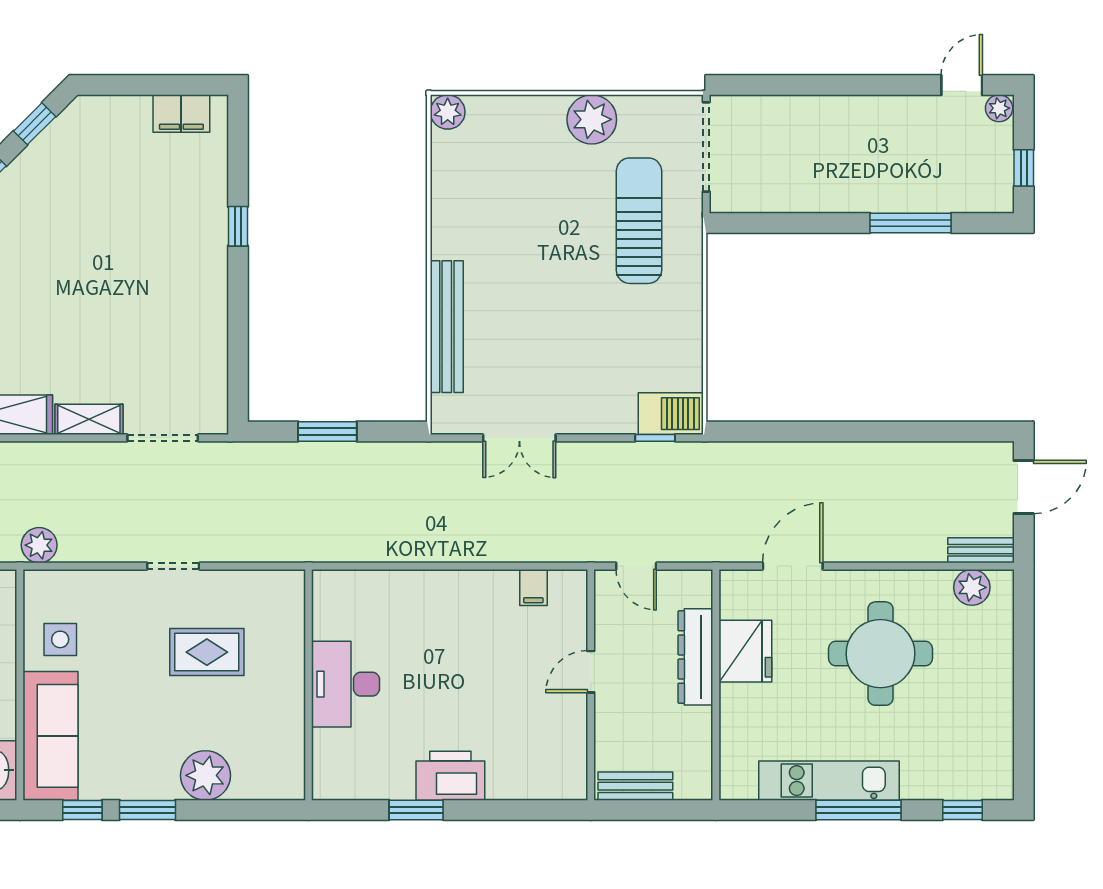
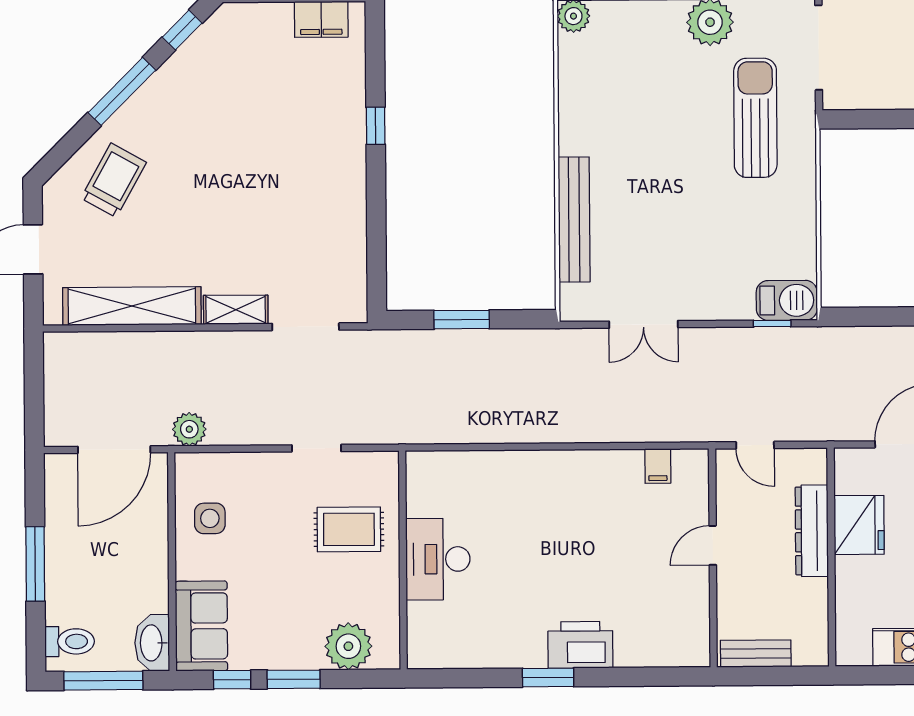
desk: (346, 684) -> (438, 559), moved
wall: (309, 685) -> (403, 560), moved
sofa: (50, 736) -> (201, 626), width x0.73

